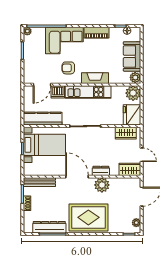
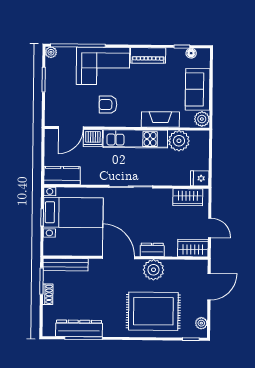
fireplace: (95, 78) -> (160, 120), moved
plant: (133, 93) -> (179, 141), moved
fridge: (132, 115) -> (200, 178), width x0.53, depth x0.75
kitchen counter: (43, 119) -> (62, 175), width x0.67
rug: (88, 217) -> (153, 311), moved

